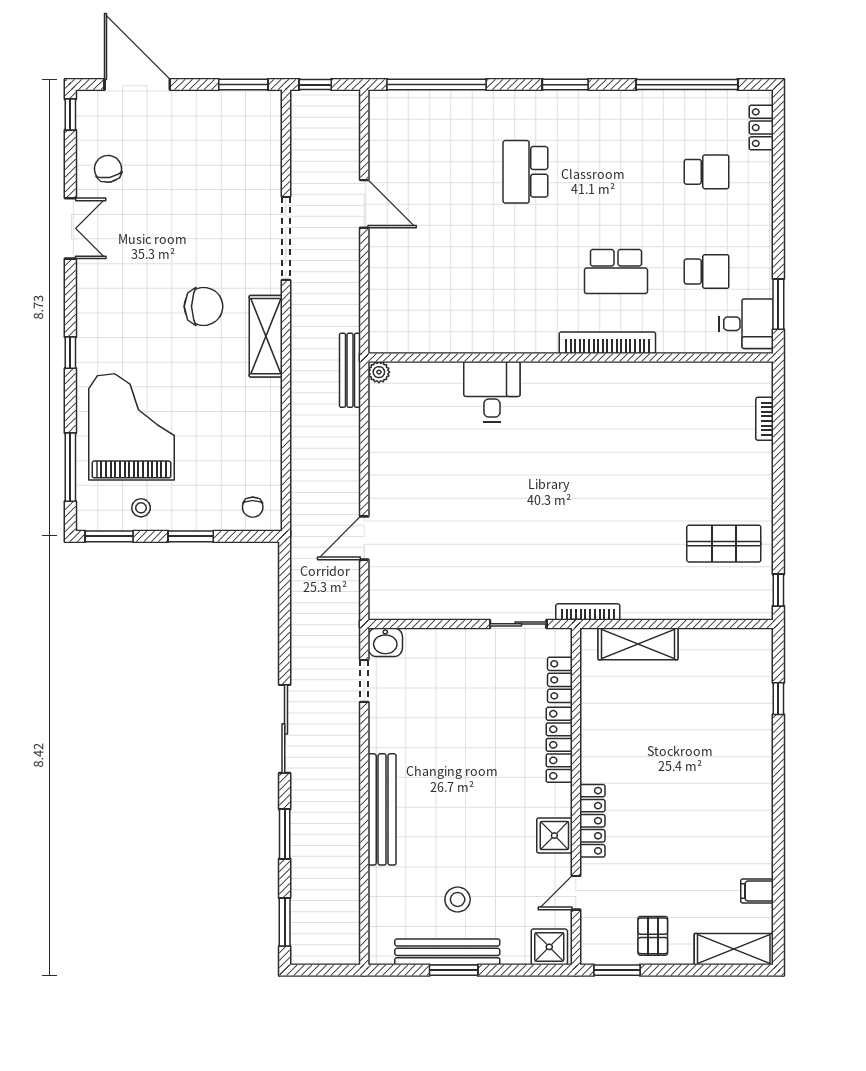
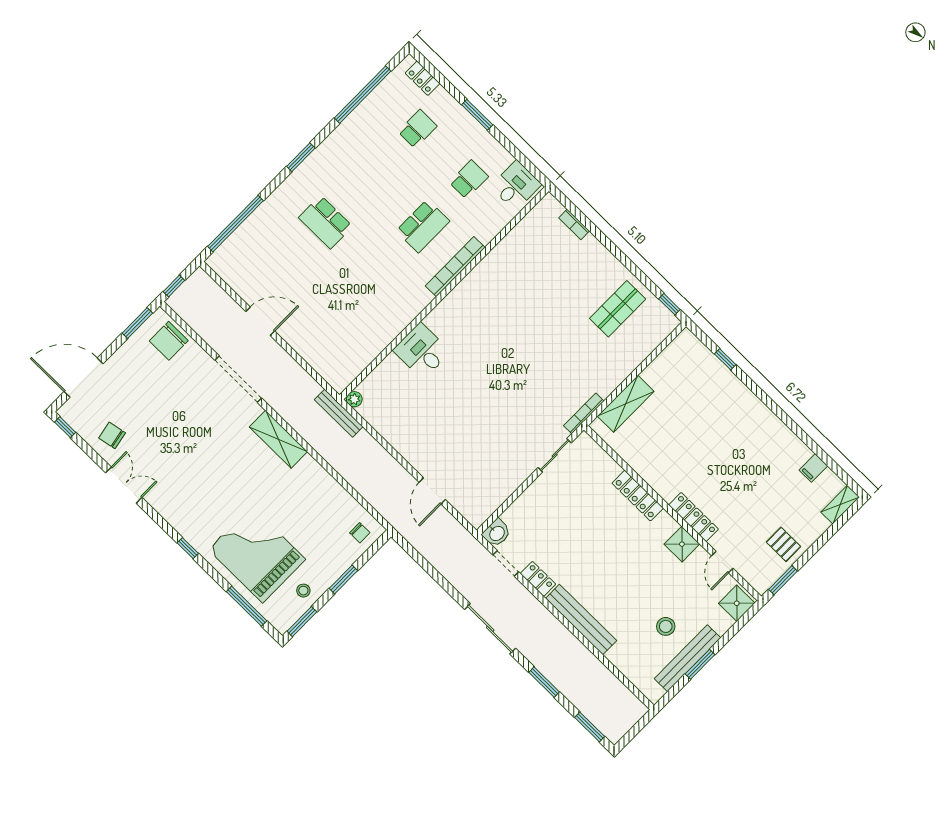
window: (778, 304) -> (477, 115), moved
chair: (204, 306) -> (169, 341), moved, turned 180
locker: (560, 680) -> (538, 579), moved, turned 180
shelving: (734, 949) -> (840, 505), width x0.67, depth x0.75

